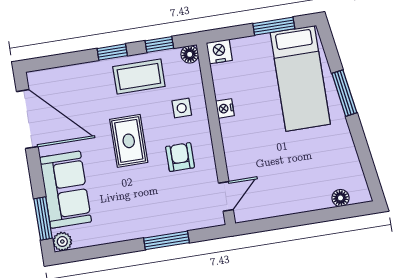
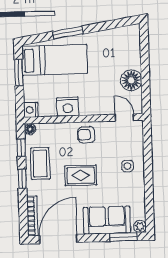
bookcase: (57, 75) -> (32, 216), added
side table: (182, 108) -> (127, 166), moved
nightstand: (225, 108) -> (68, 107), width x1.89, depth x1.79
armchair: (180, 157) -> (86, 135), moved
floor lamp: (340, 198) -> (131, 80), moved, width x1.89, depth x1.89
window: (166, 240) -> (148, 159), removed

